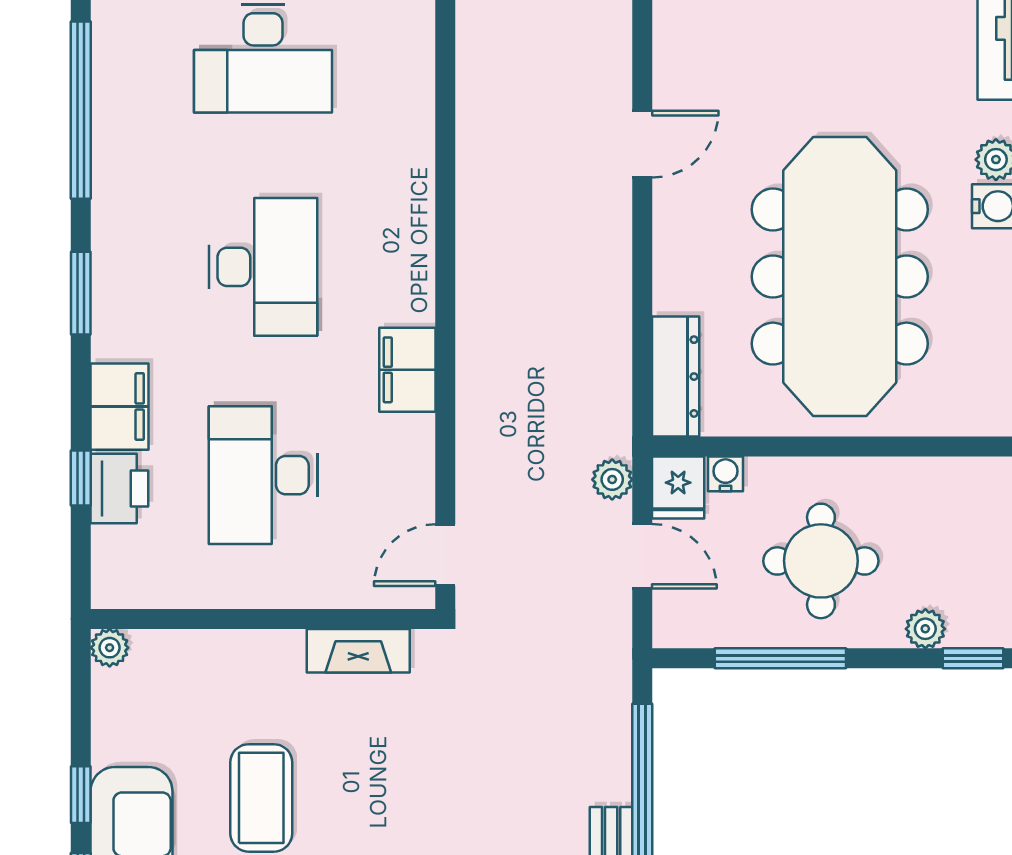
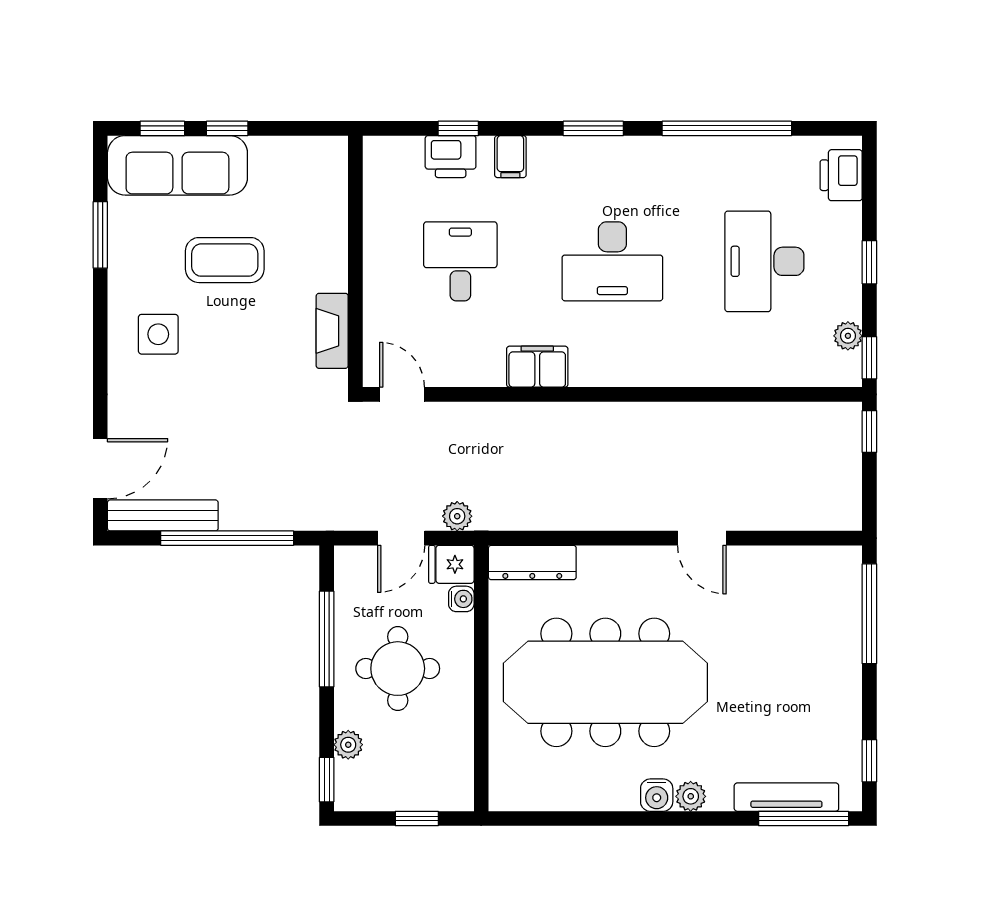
filing cabinet: (119, 407) -> (510, 157), width x0.50
desk: (263, 475) -> (460, 261), width x0.73
plant: (110, 648) -> (334, 149), removed

